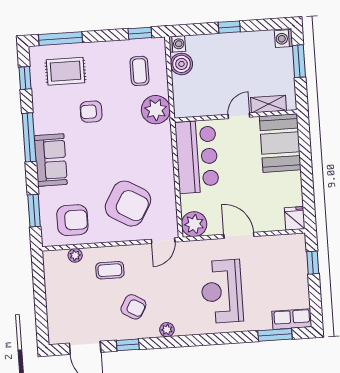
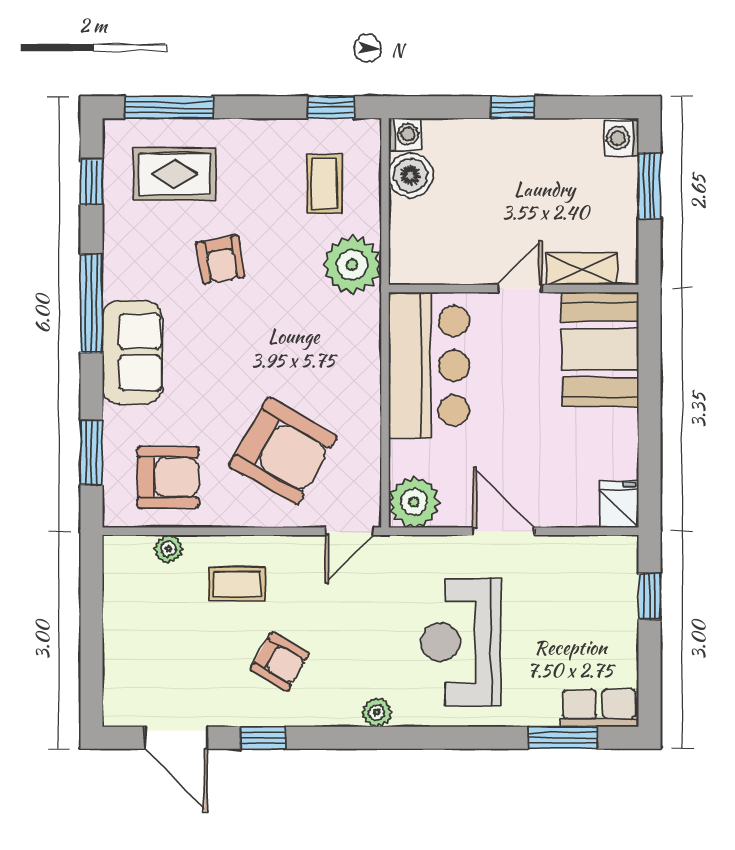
armchair: (91, 112) -> (221, 260), turned -100
plant: (167, 330) -> (376, 712), moved

